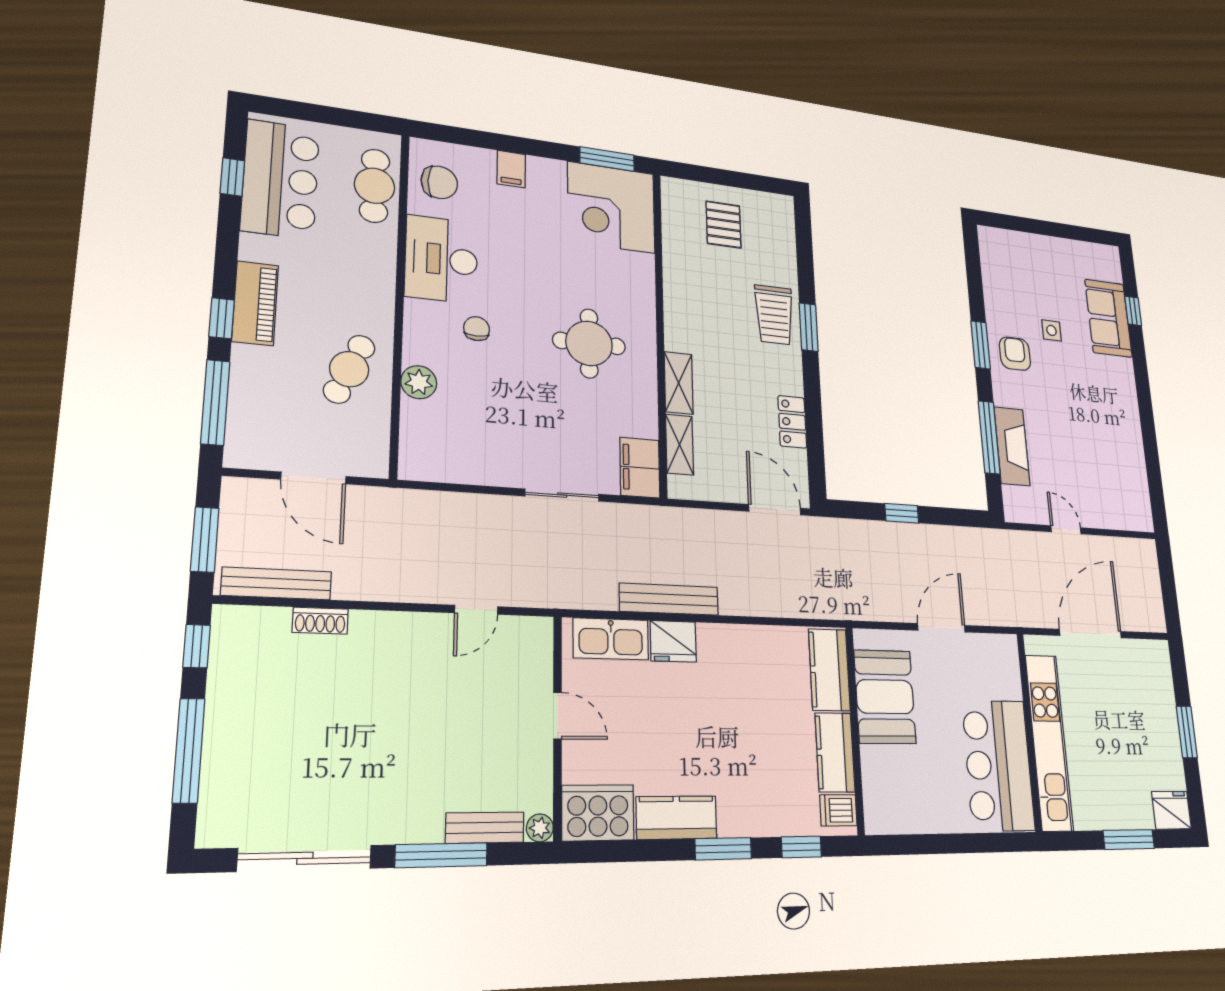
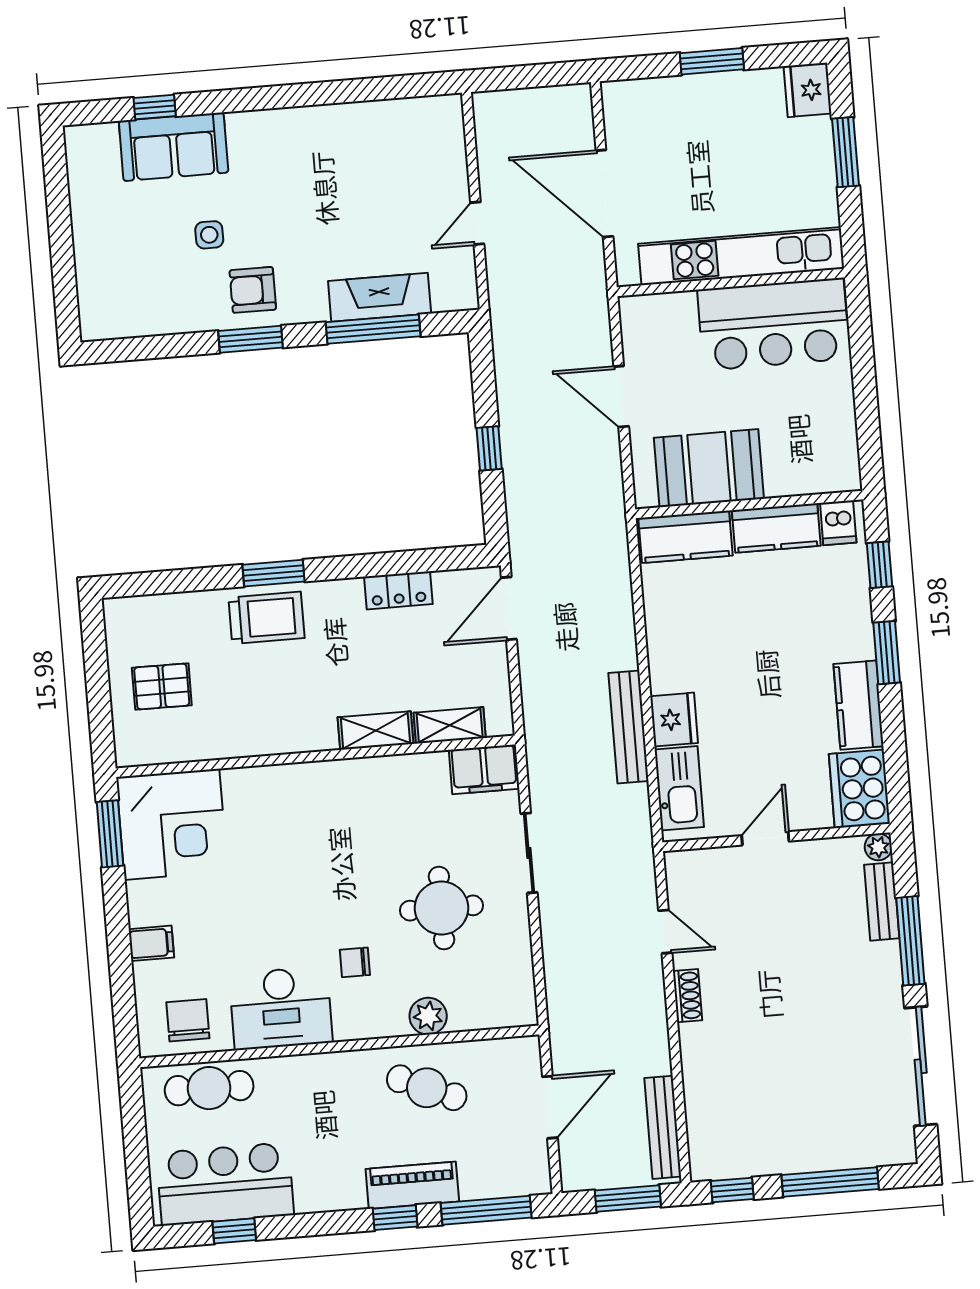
piano: (255, 303) -> (412, 1185), moved
round table: (589, 343) -> (441, 908), moved
shoe rack: (320, 621) -> (687, 996), moved

